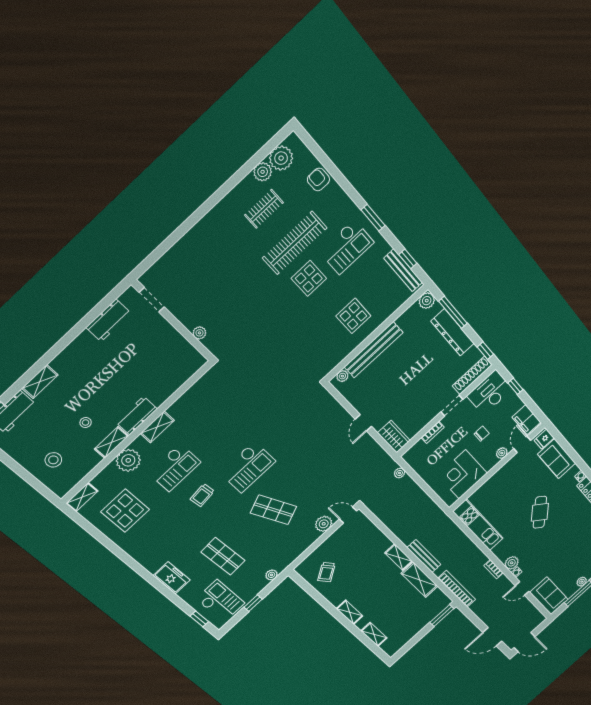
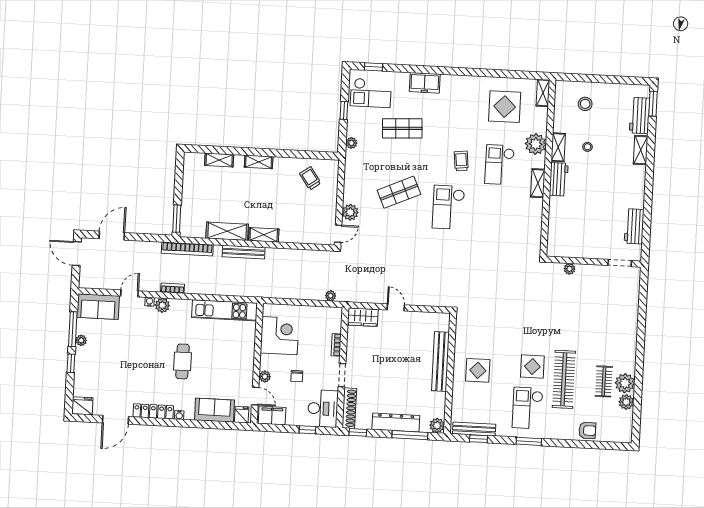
plant: (281, 158) -> (625, 383), moved
plant: (342, 376) -> (444, 325), removed
cafe table: (540, 512) -> (183, 361), turned 49
door: (524, 642) -> (77, 254), hinge flipped

